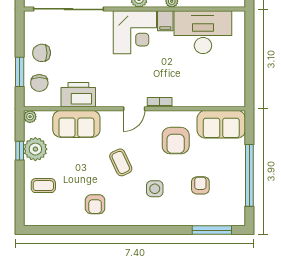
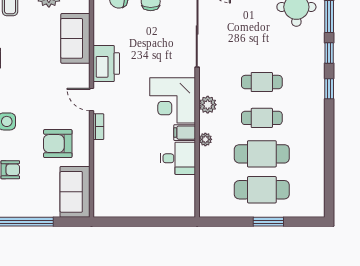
desk: (203, 32) -> (178, 158), width x0.53, depth x0.77
printer: (78, 95) -> (106, 64), moved
coffee table: (121, 162) -> (35, 85), removed

